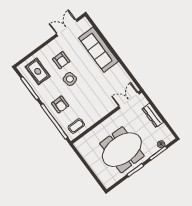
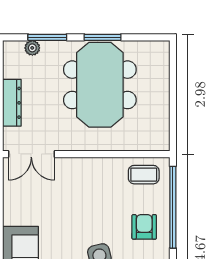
meeting table: (122, 150) -> (100, 85), turned 90

